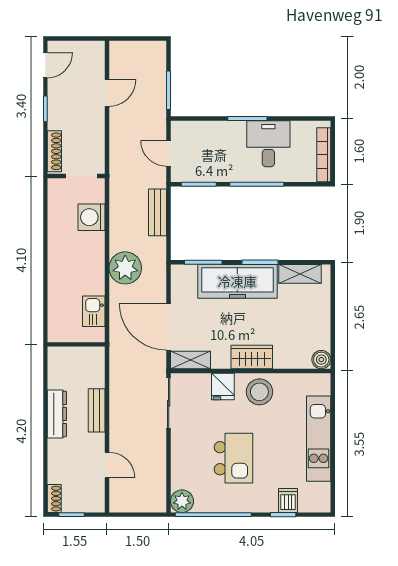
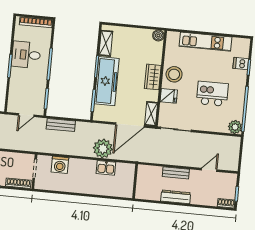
plant: (125, 268) -> (103, 149), moved
kitchen sink: (94, 311) -> (106, 168), moved

